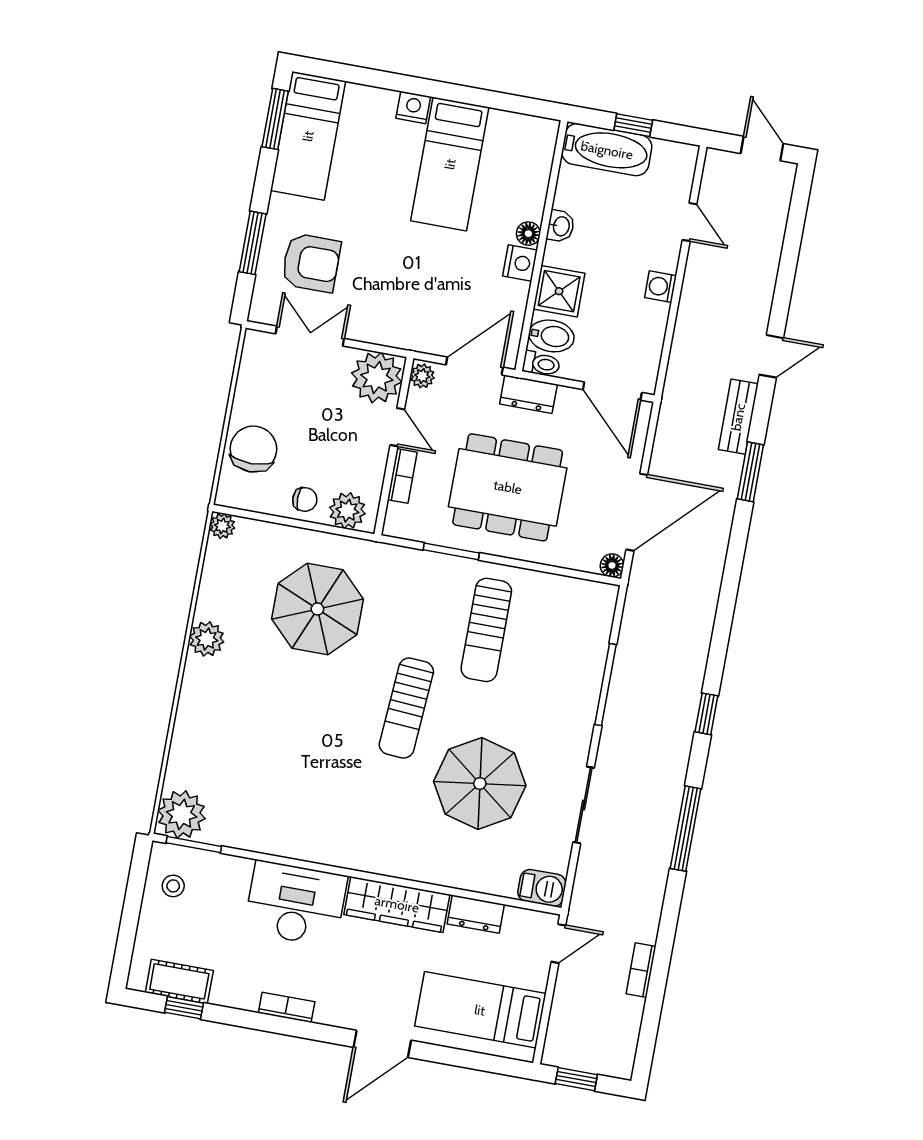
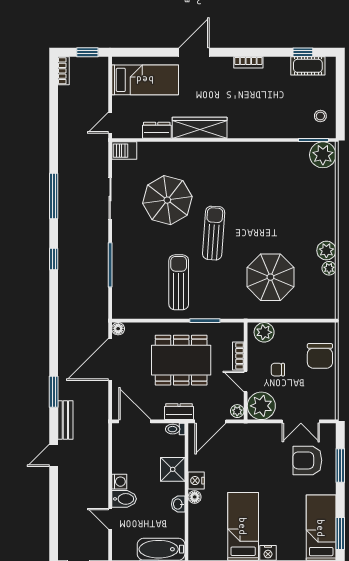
bidet: (551, 336) -> (124, 499), moved, turned 180
chair: (305, 499) -> (278, 370), moved
plant: (222, 526) -> (329, 268), moved
desk: (296, 904) -> (254, 118), removed
bookcase: (641, 970) -> (64, 71), moved

